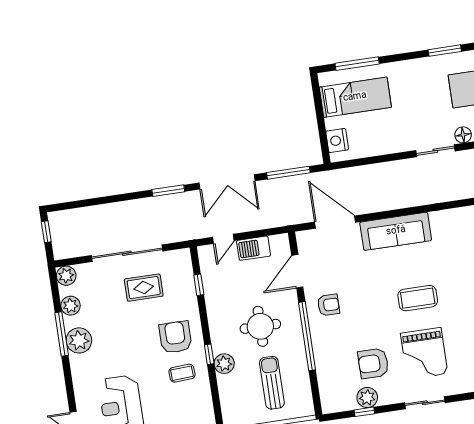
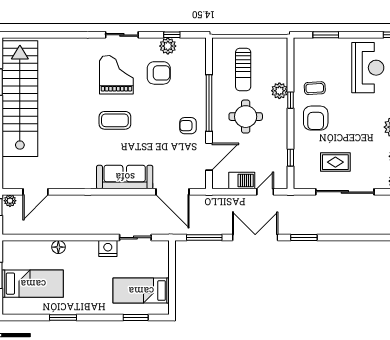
window: (357, 64) -> (136, 317), width x0.69
nightstand: (337, 140) -> (108, 248), moved, turned -90
sliding door: (435, 151) -> (135, 238), moved

